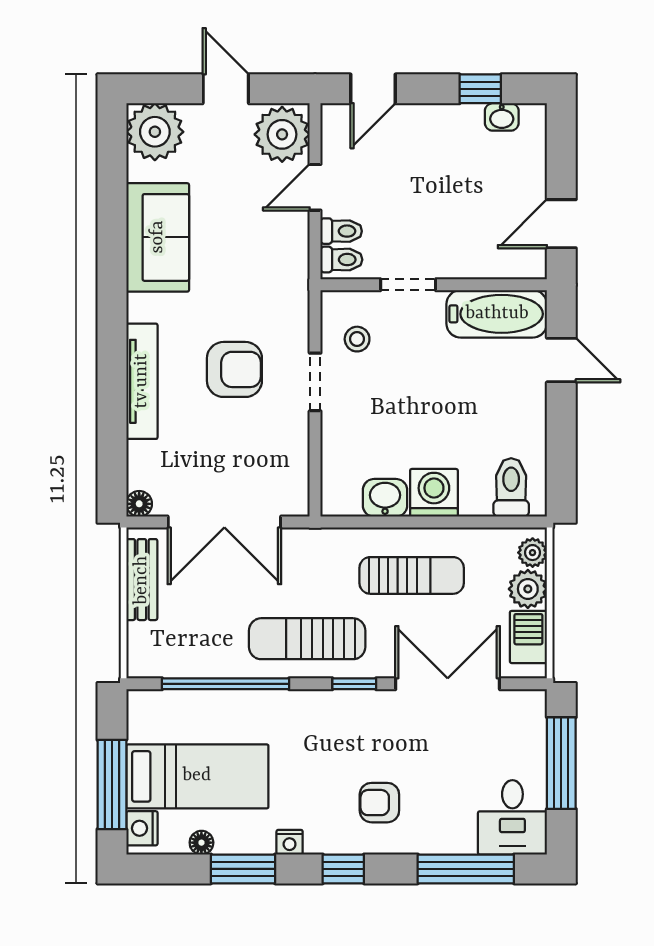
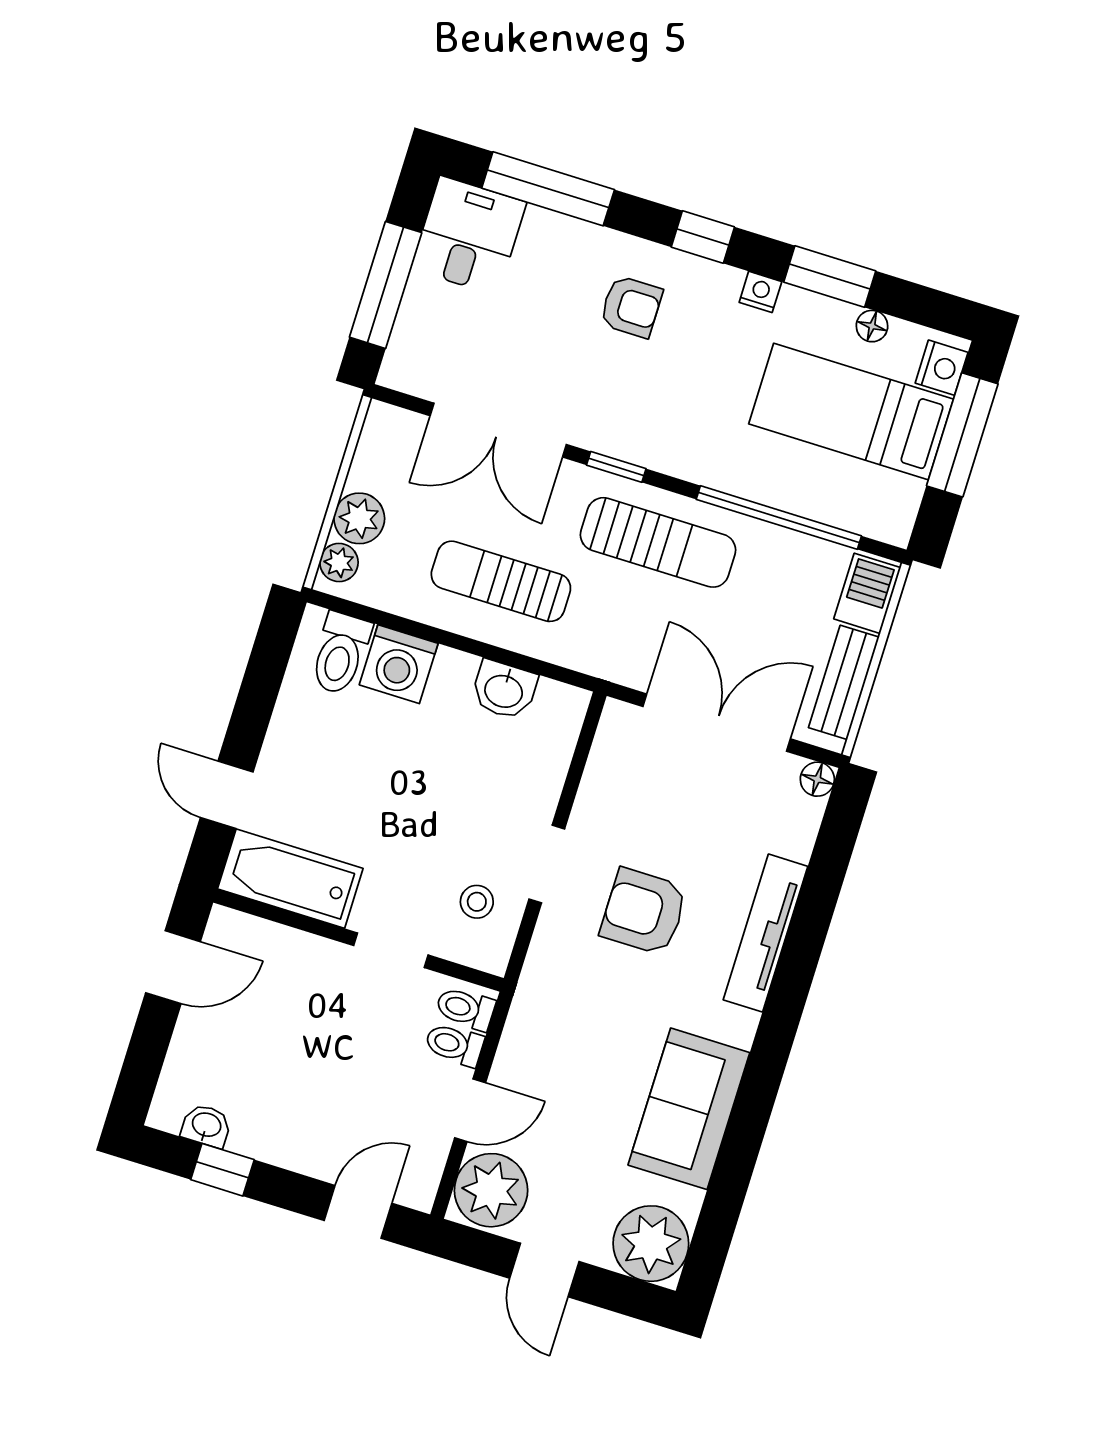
washing machine: (434, 493) -> (399, 664), moved
barbecue: (528, 637) -> (867, 593), moved, turned 180

